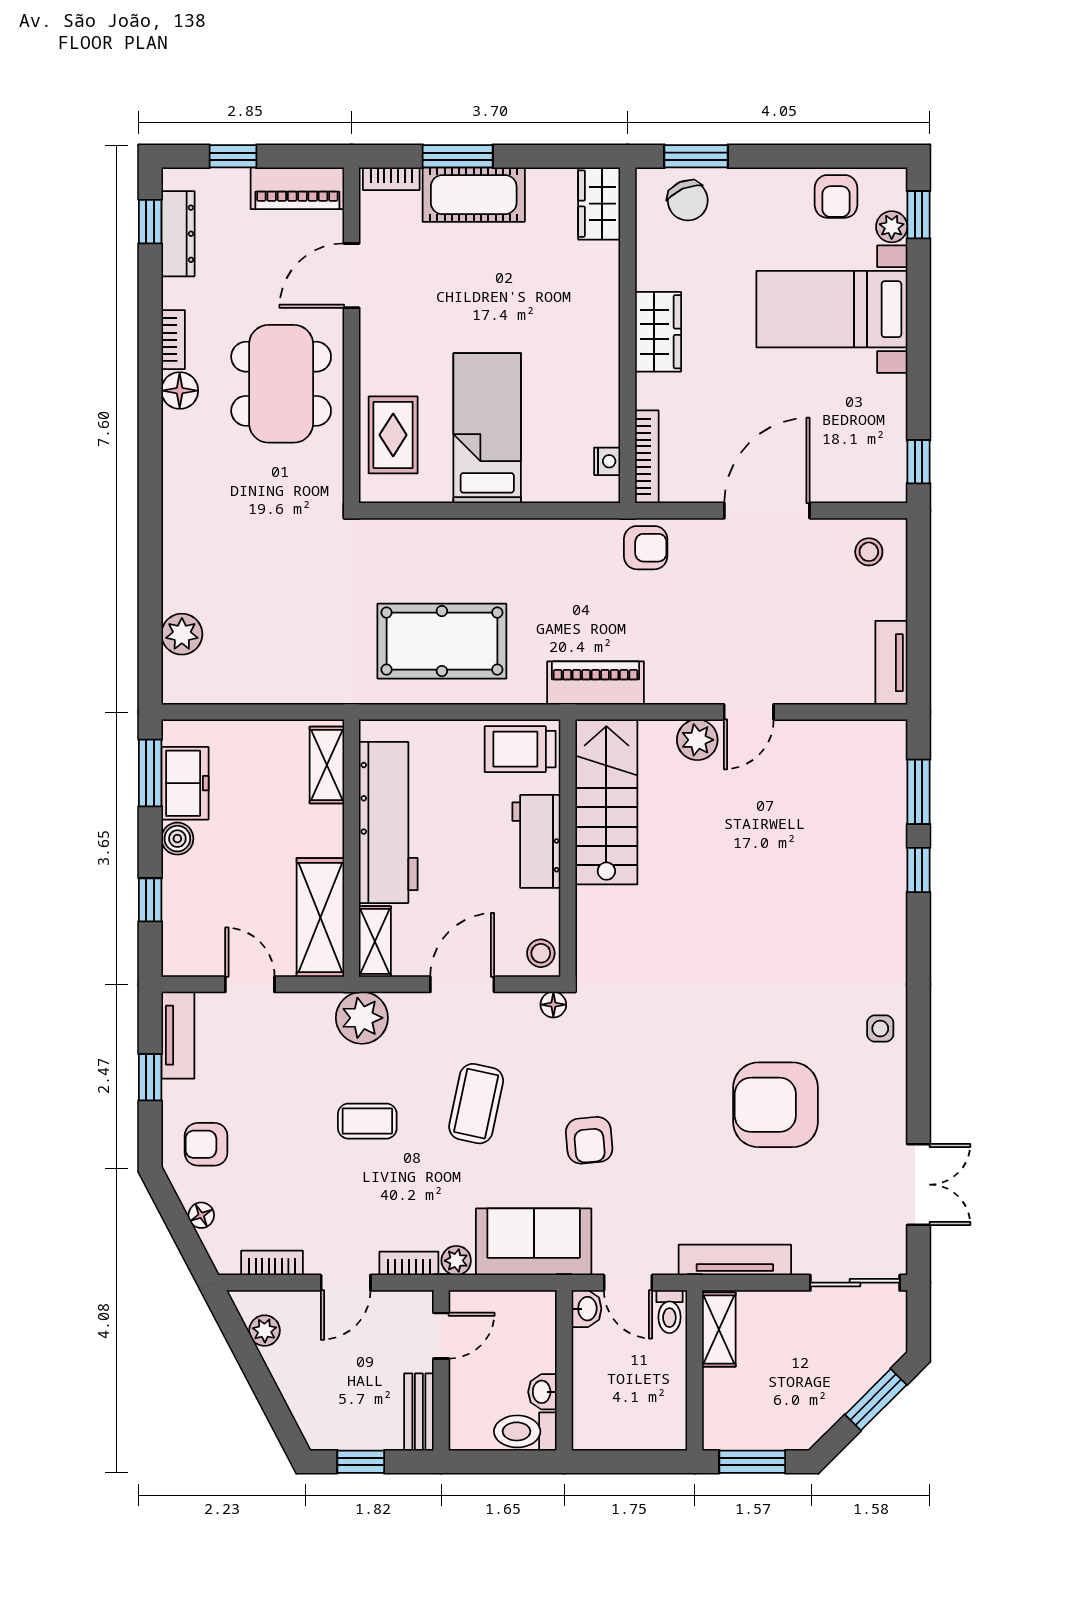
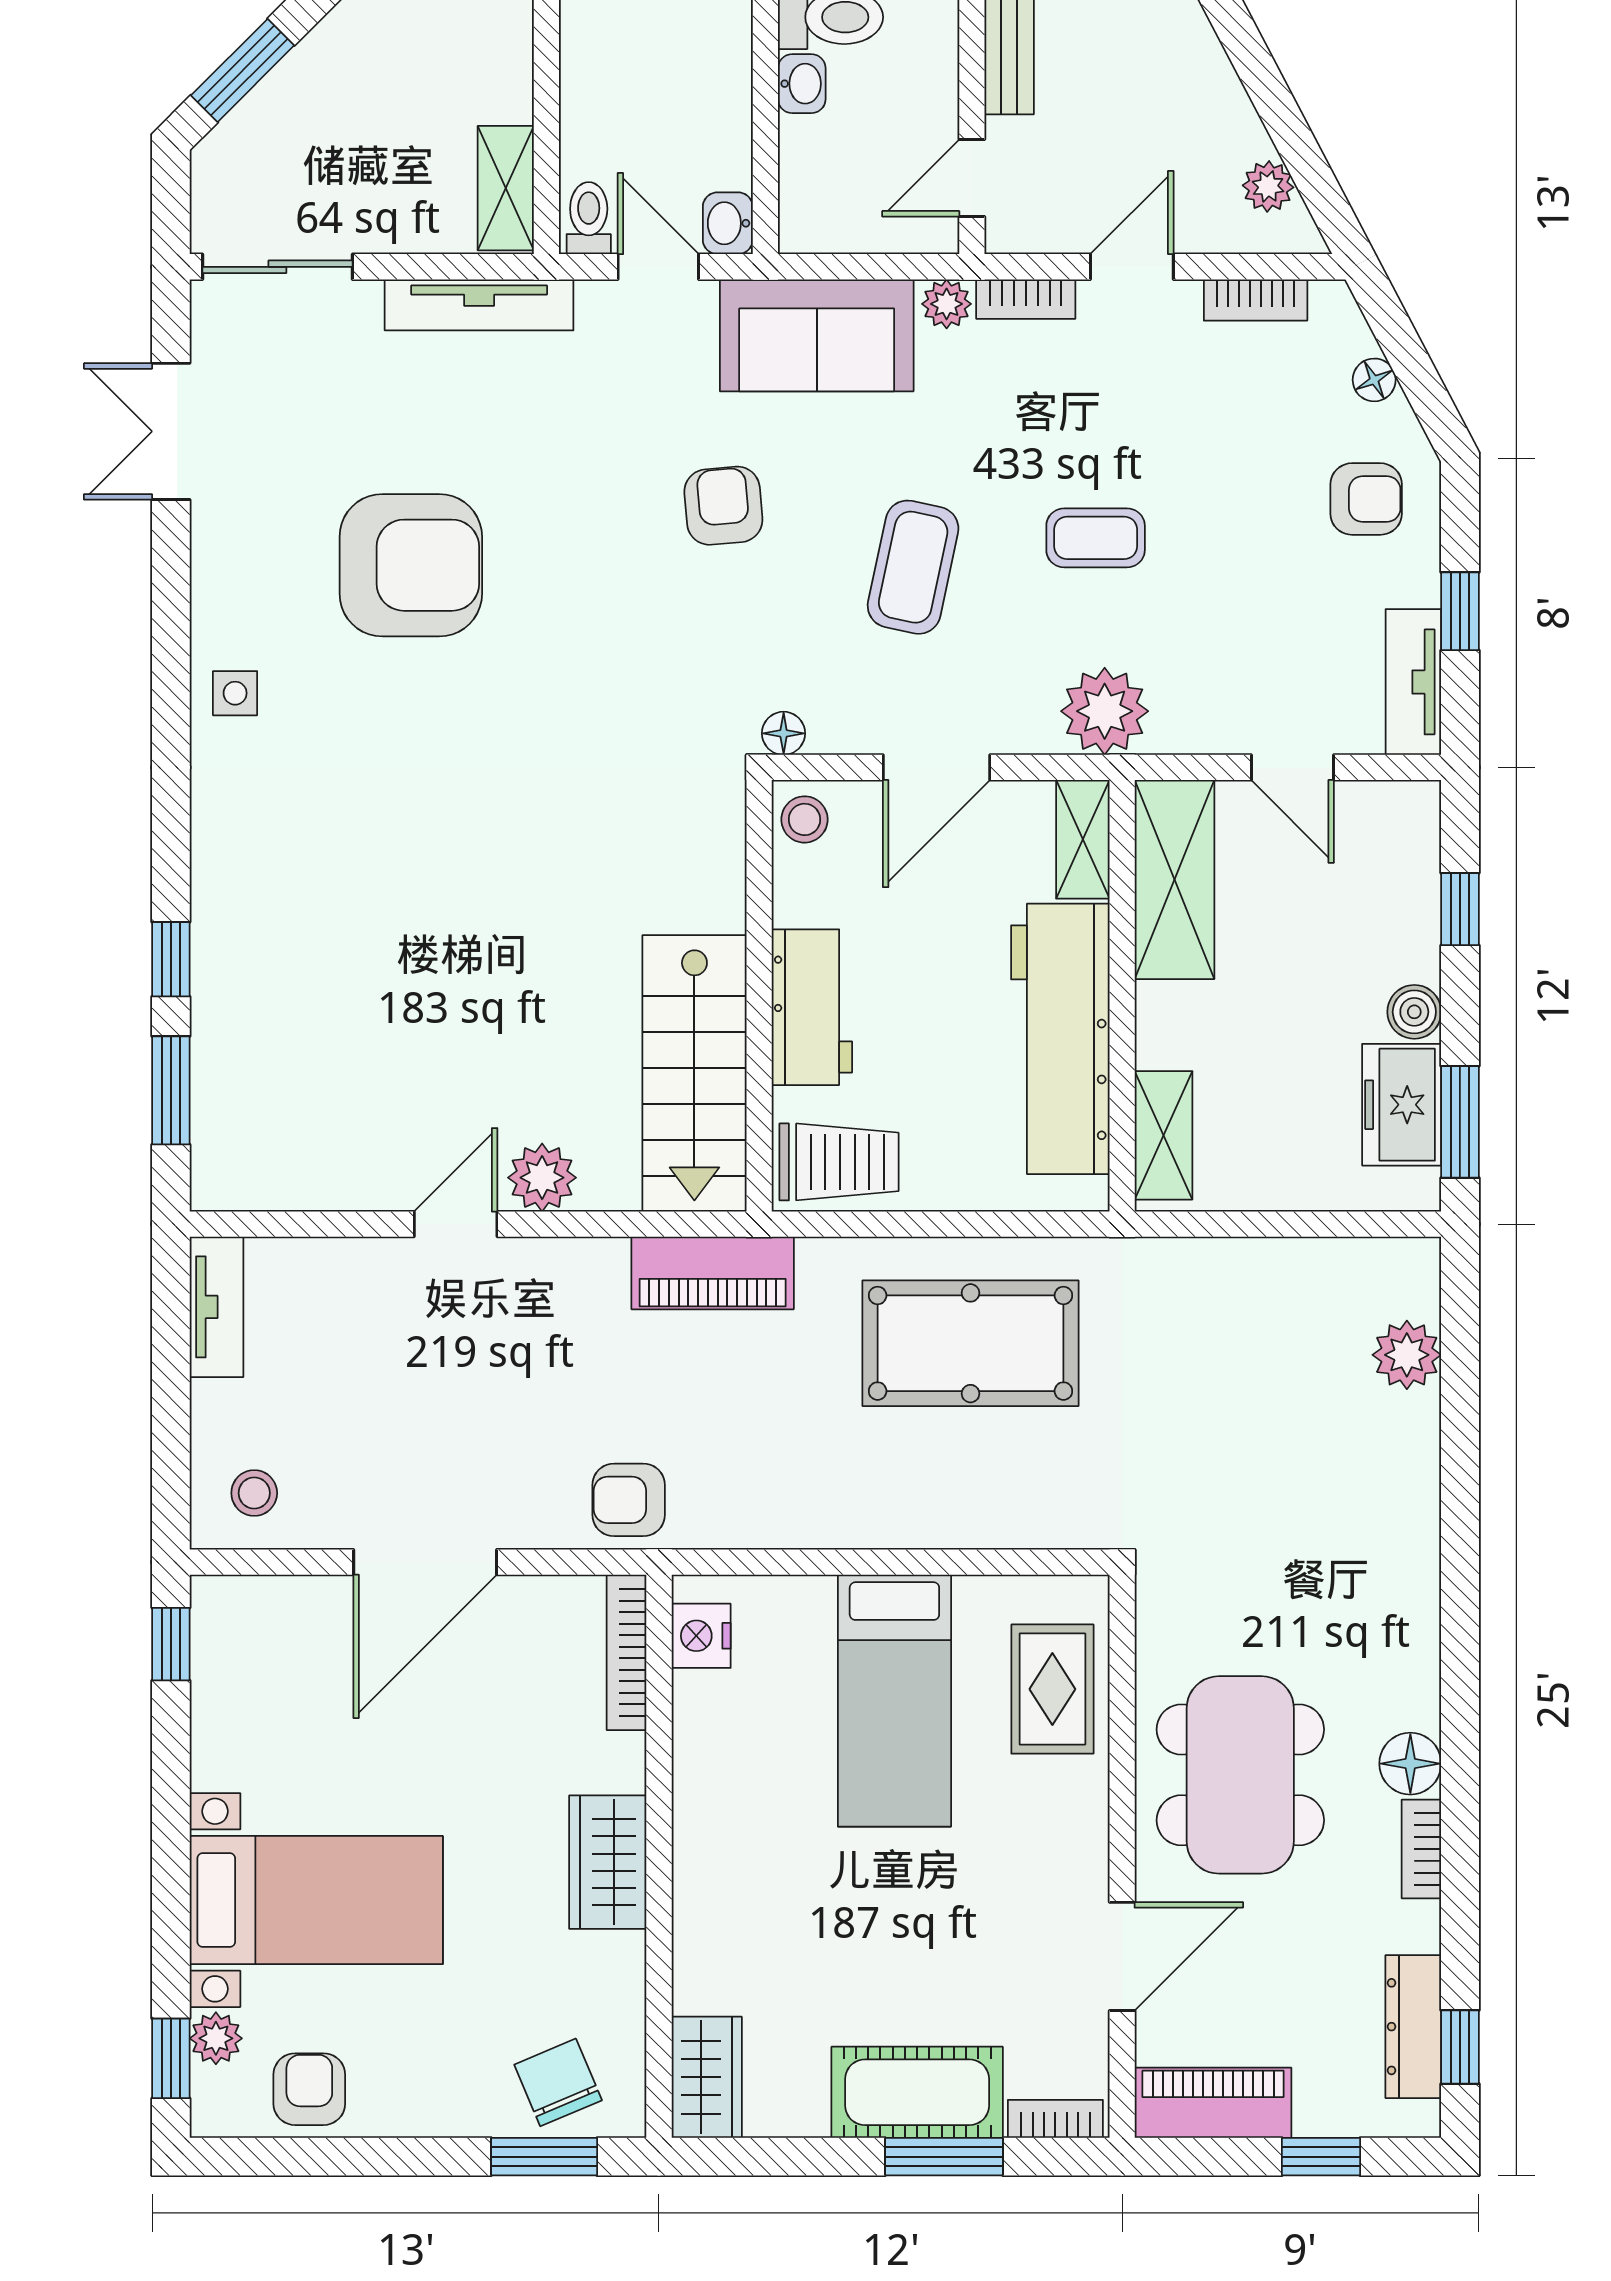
nightstand: (607, 461) -> (701, 1636), width x1.39, depth x1.35

